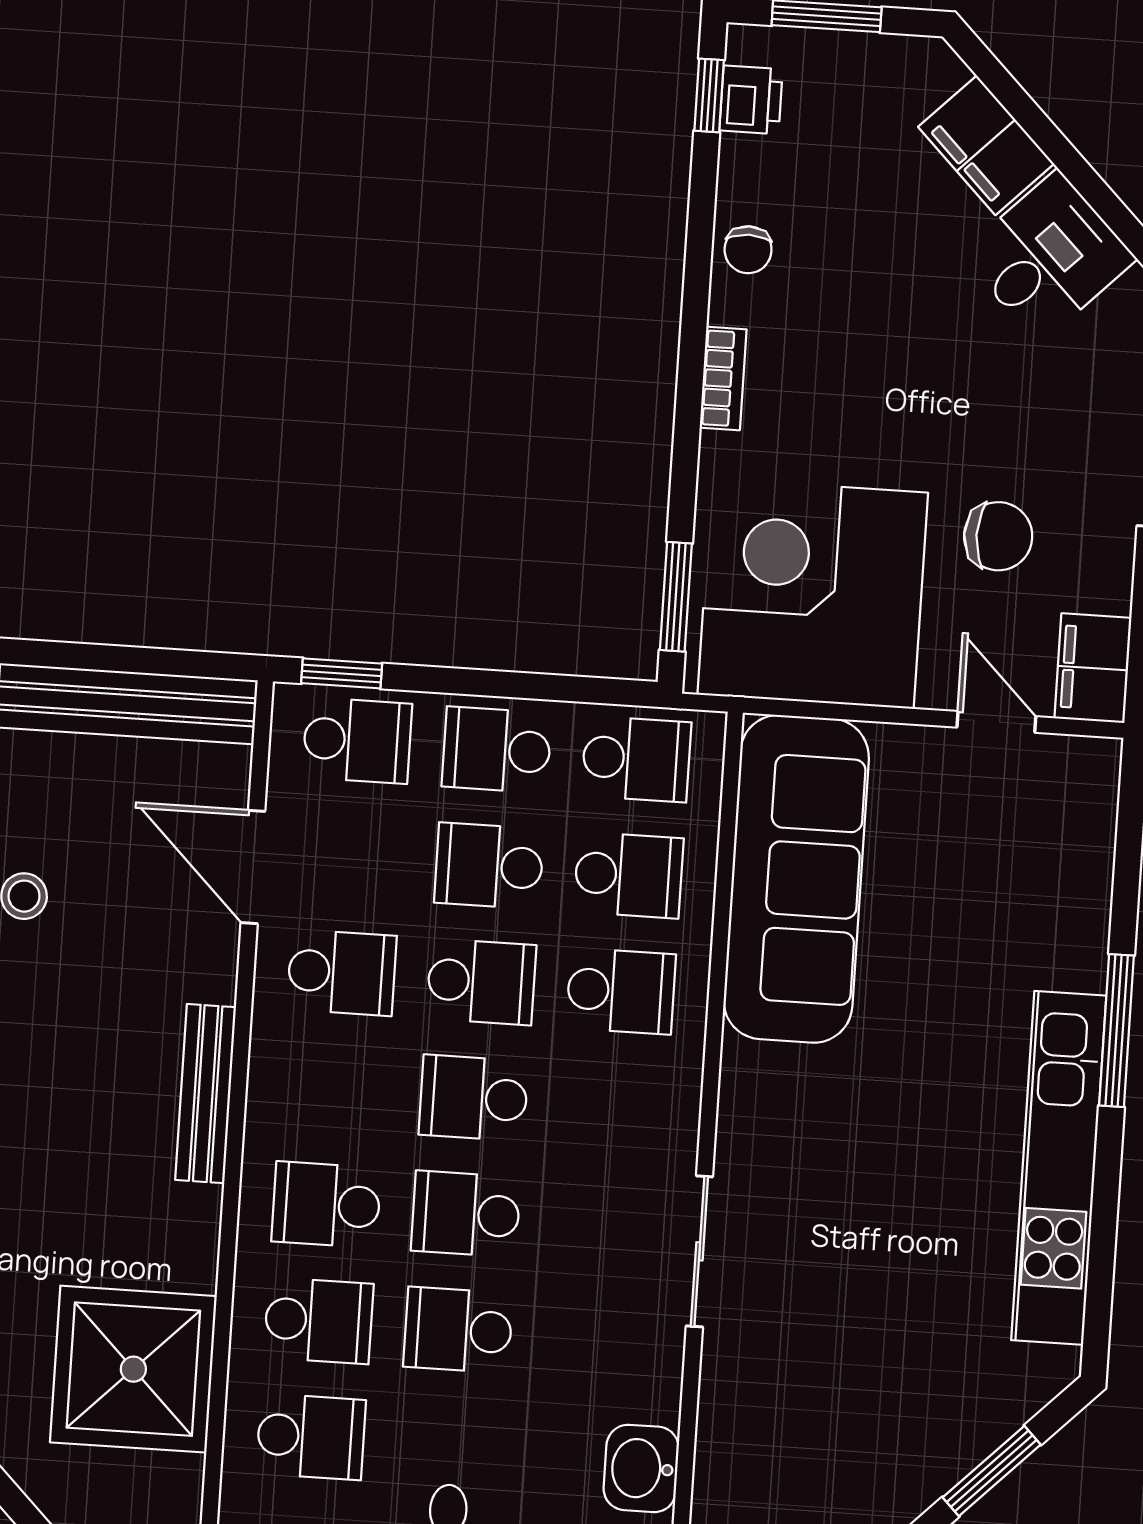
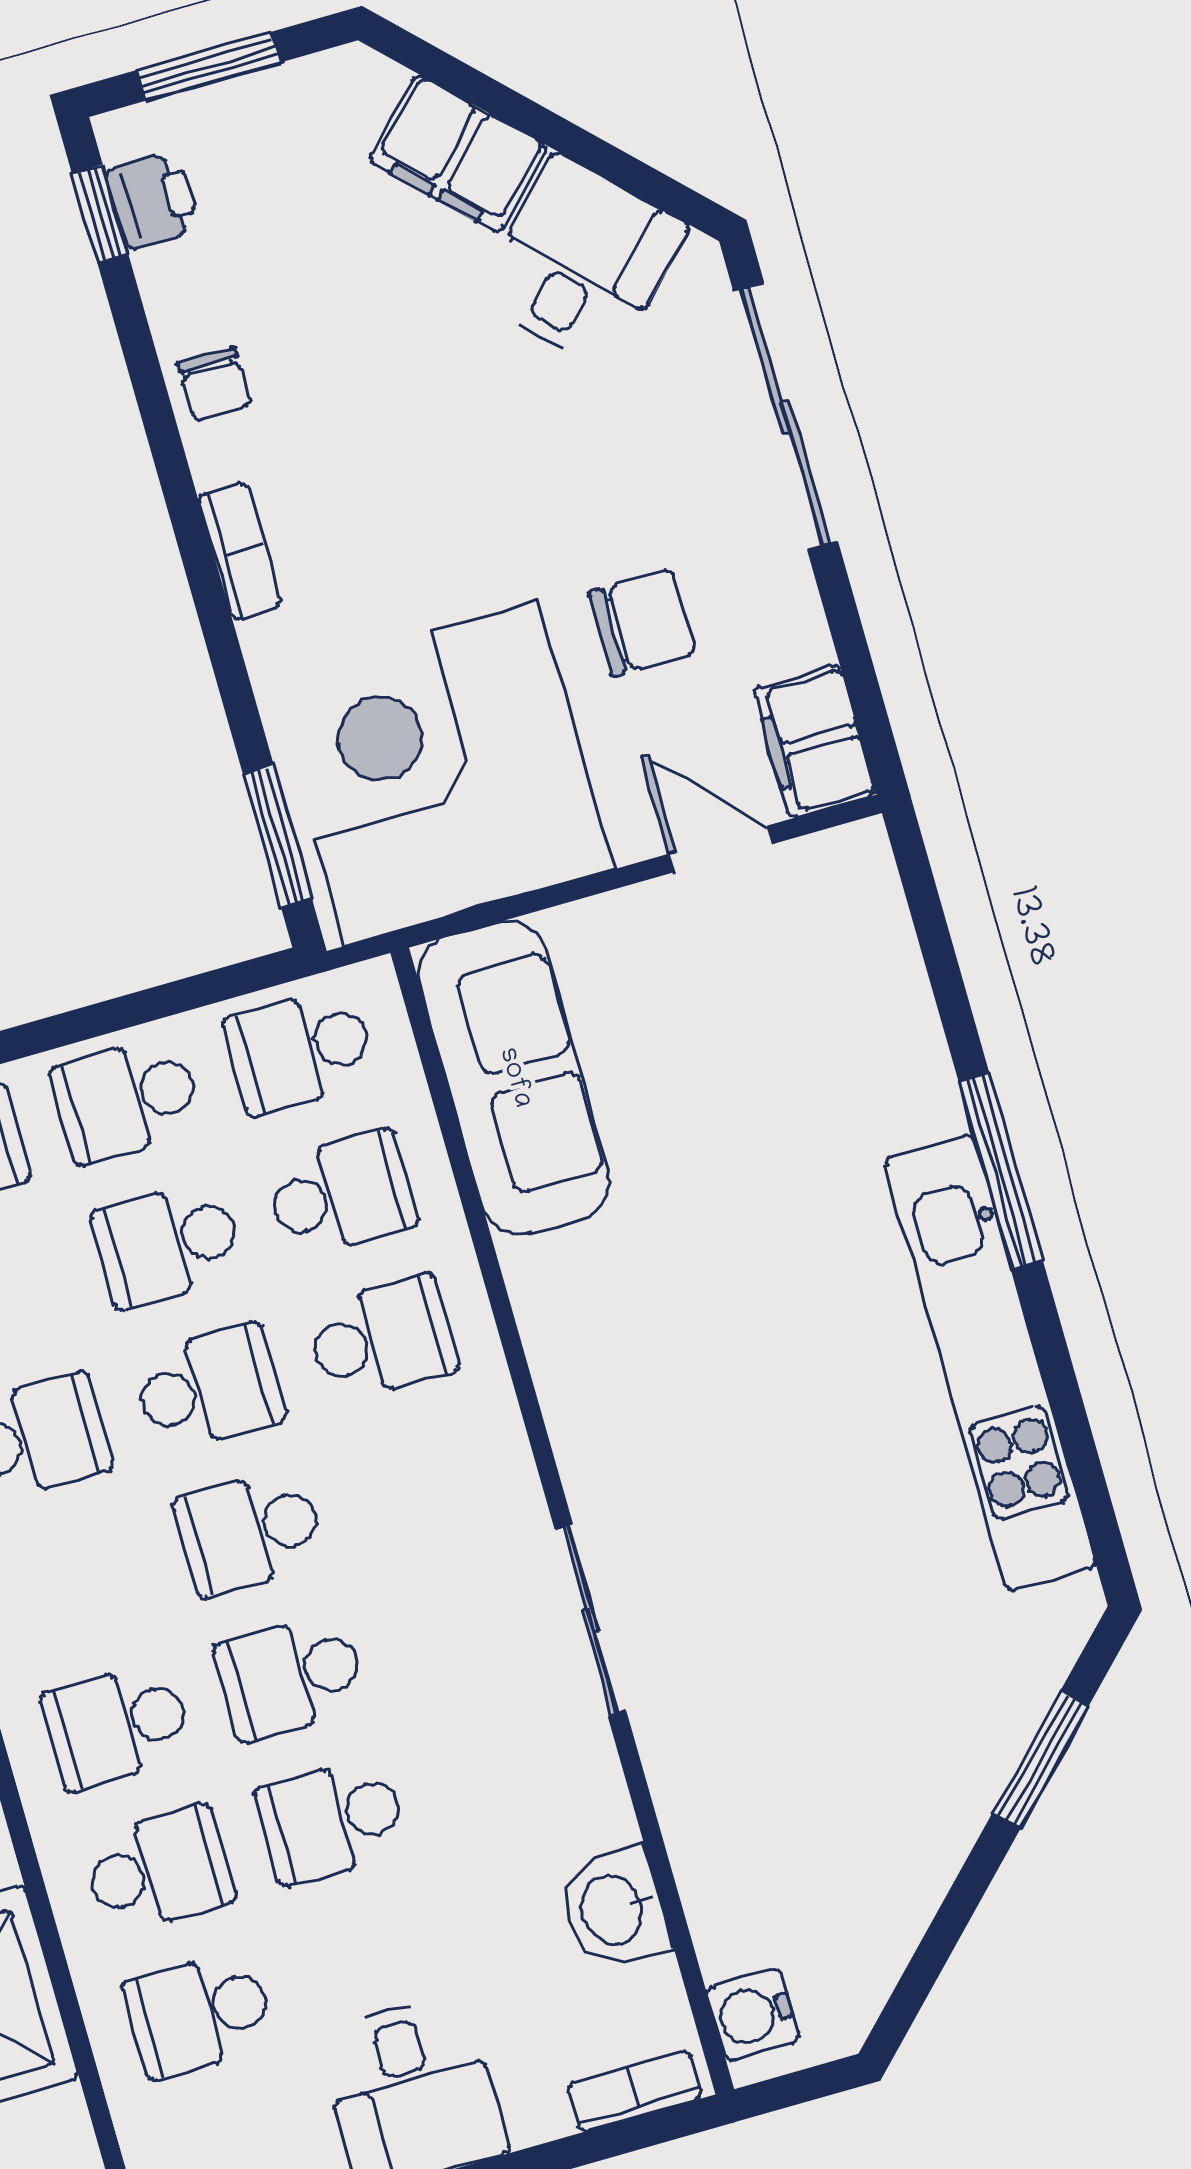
school desk: (636, 759) -> (300, 1050), turned 180
sofa: (796, 879) -> (514, 1078), width x0.74, depth x0.79
school desk: (311, 1437) -> (200, 2014), turned 180

